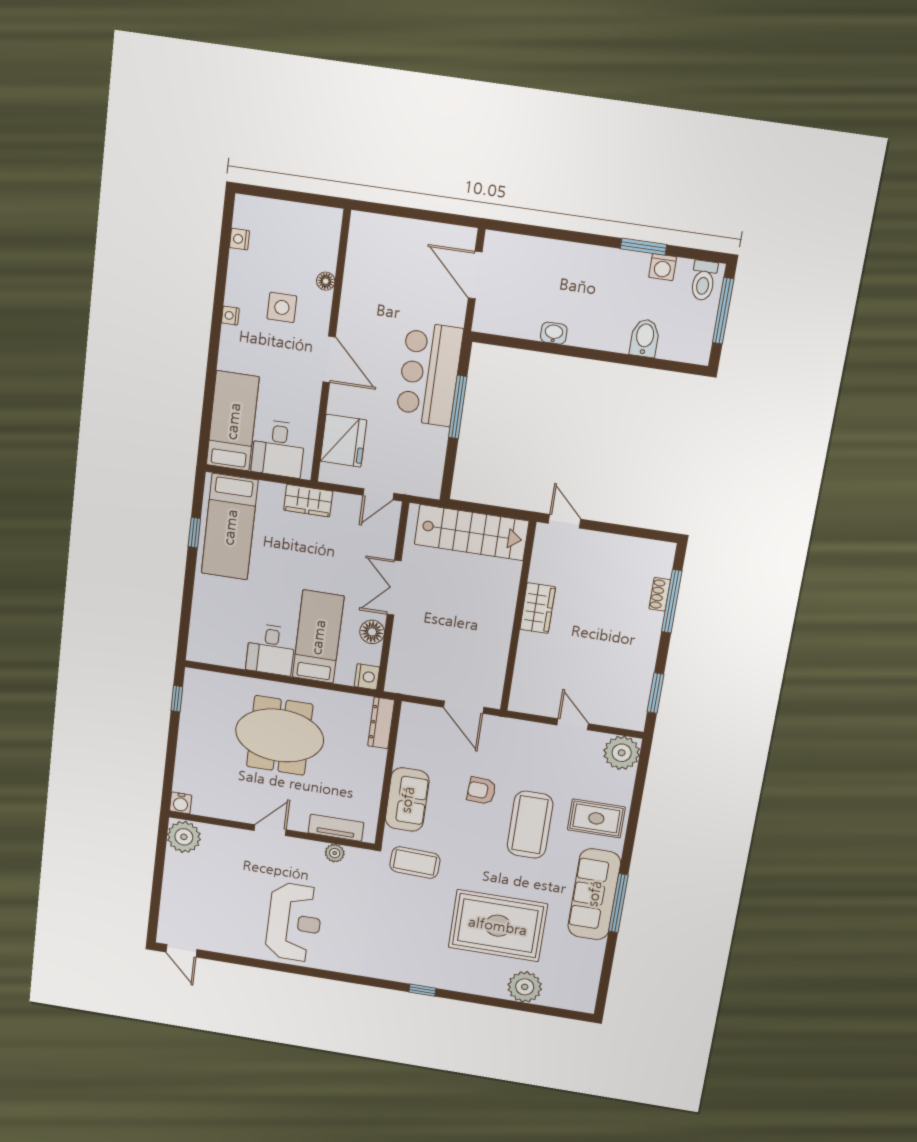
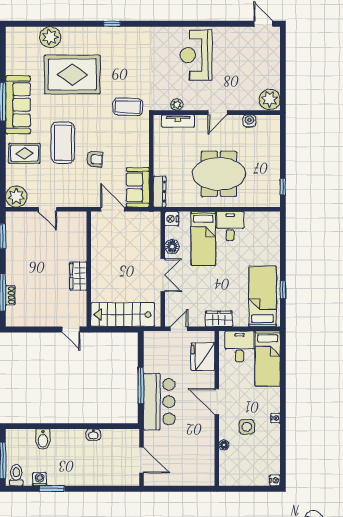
nightstand: (240, 239) -> (275, 480), moved
sofa: (407, 800) -> (138, 187), moved
water cooler: (181, 803) -> (249, 121), moved

